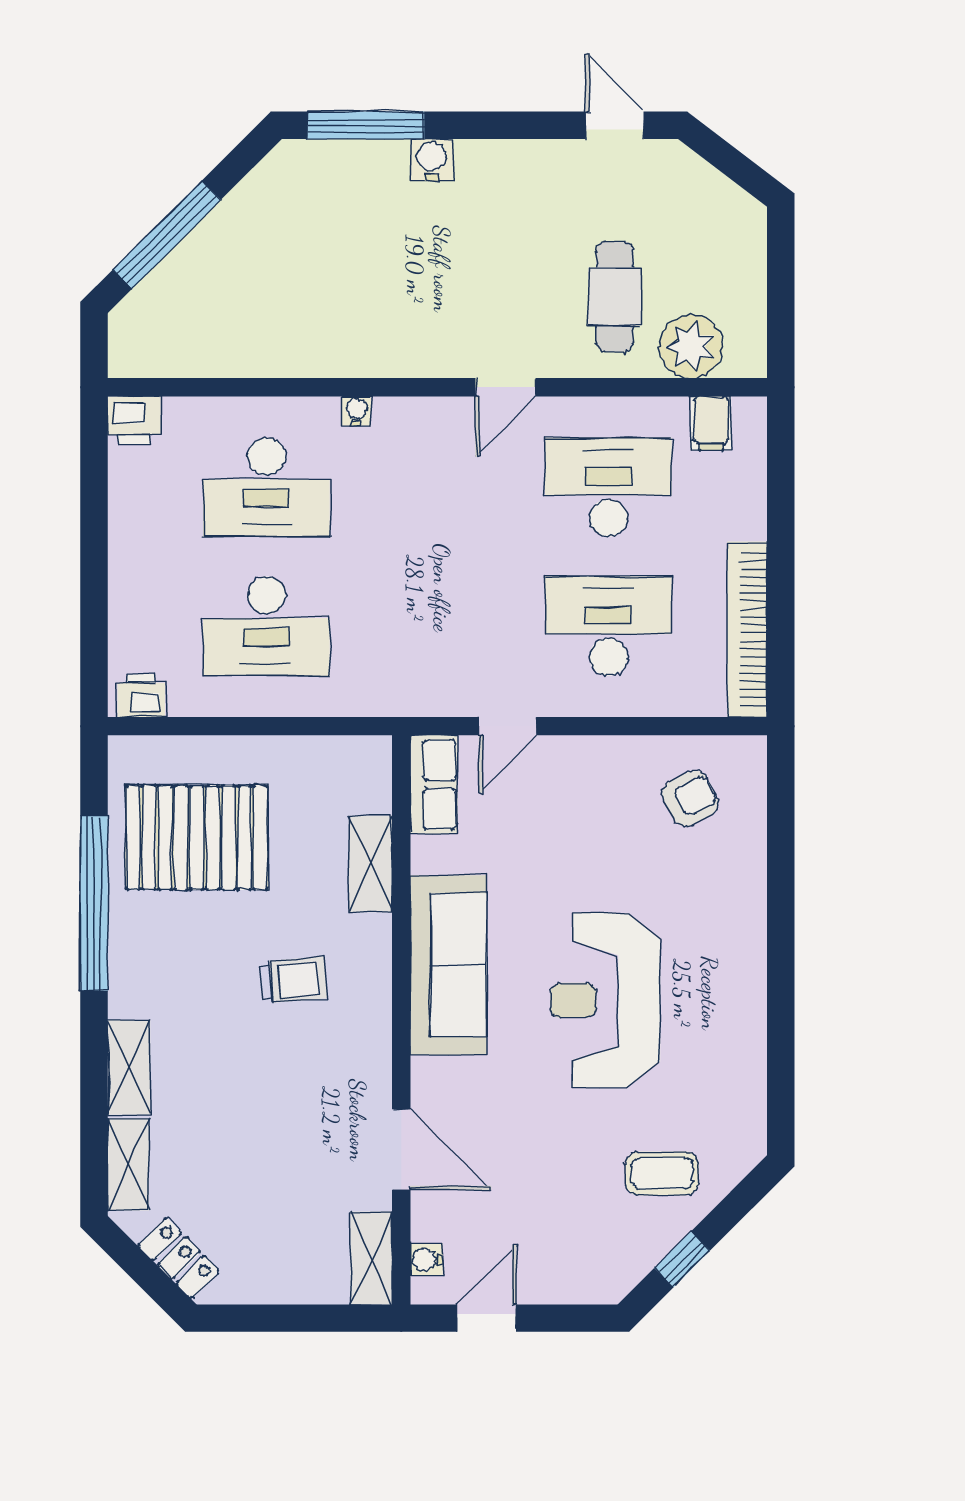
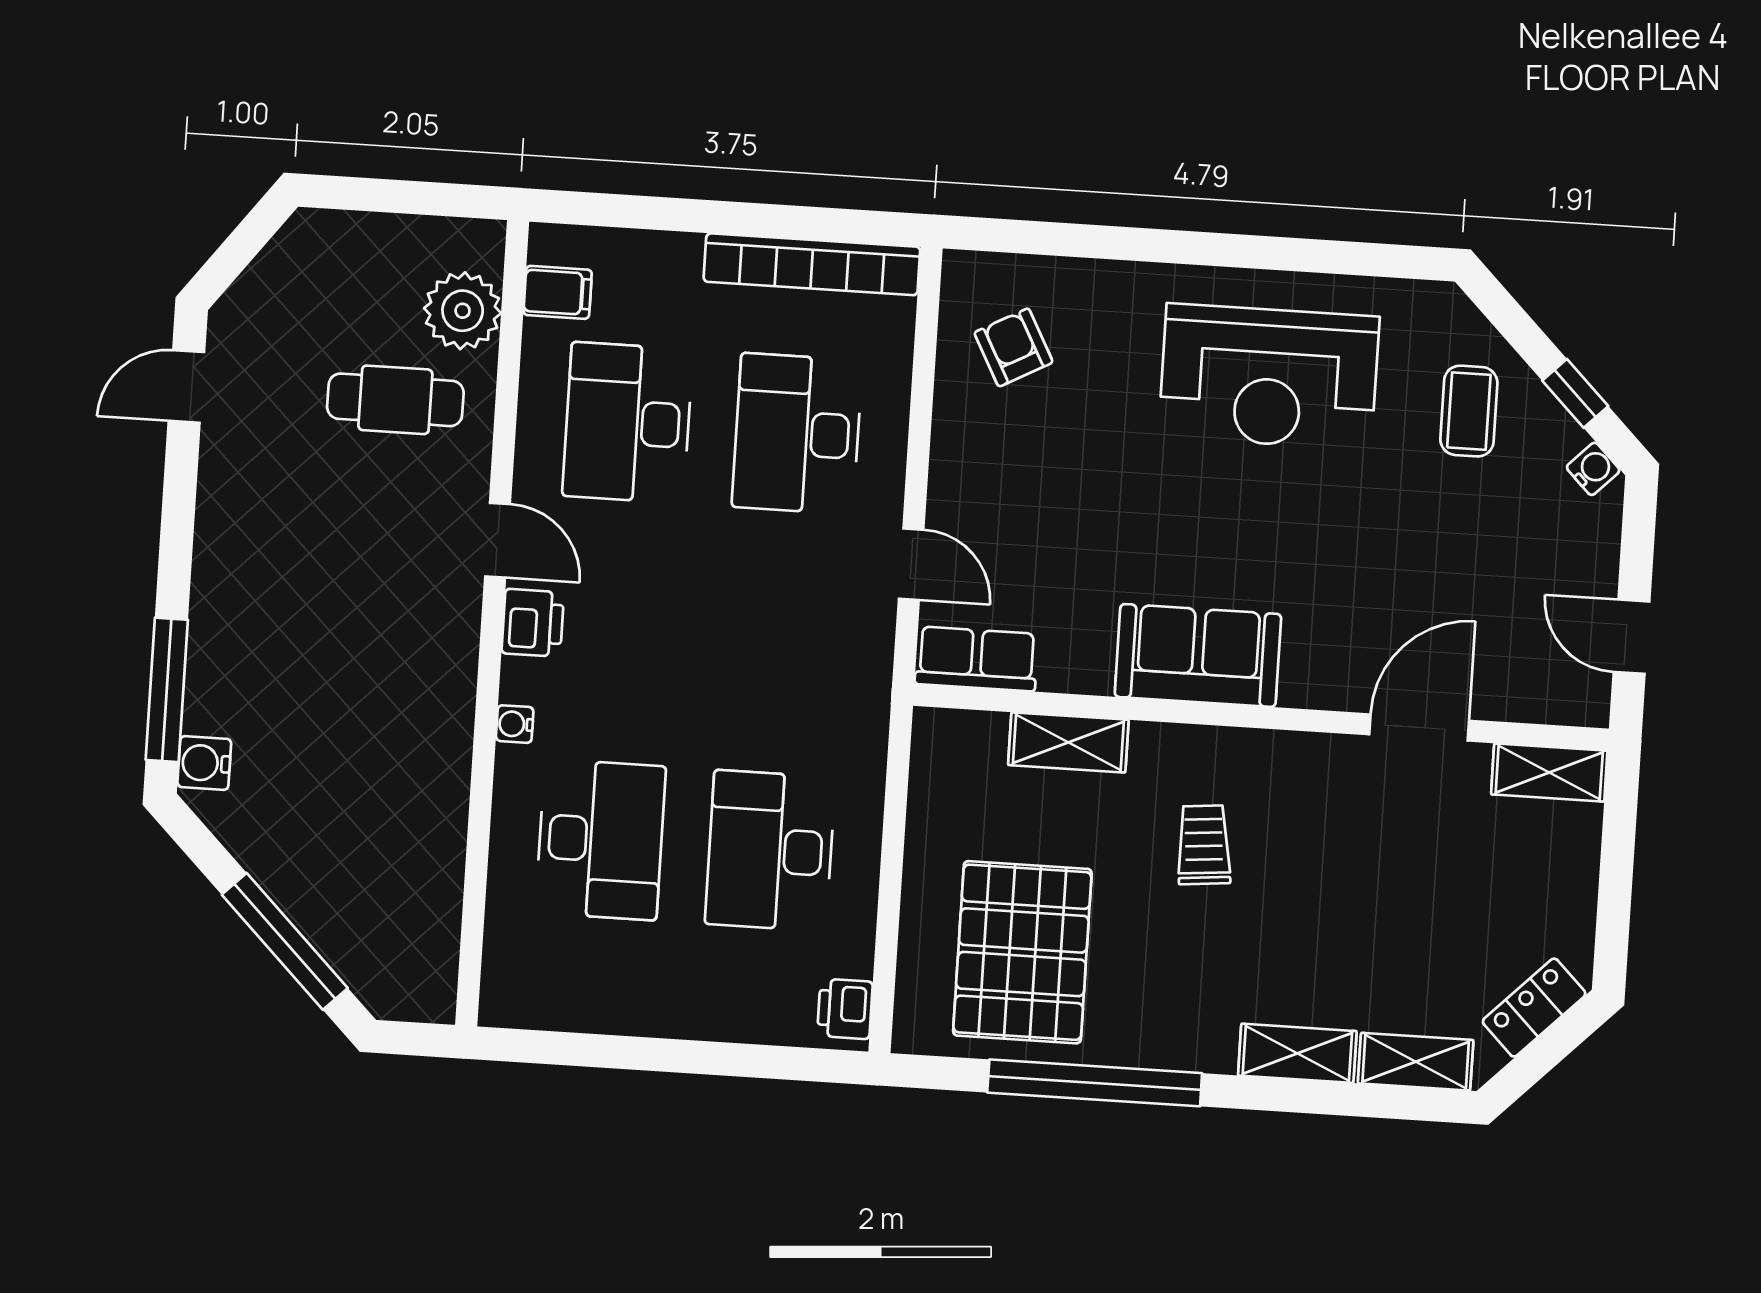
water cooler: (432, 160) -> (204, 763), moved
printer: (134, 420) -> (533, 623), moved
desk: (266, 626) -> (770, 851), turned 180
sofa: (448, 965) -> (1198, 655), width x0.73
reception desk: (605, 1000) -> (1269, 377), moved
water cooler: (426, 1260) -> (1593, 469), moved, turned -135

